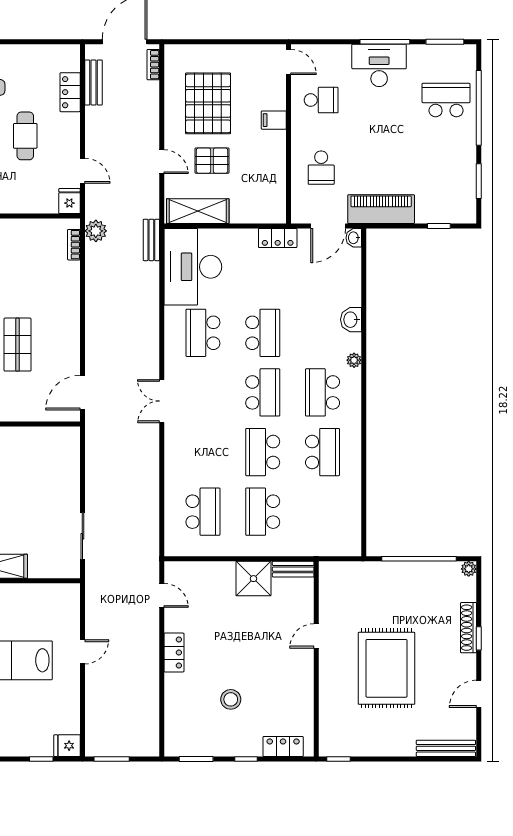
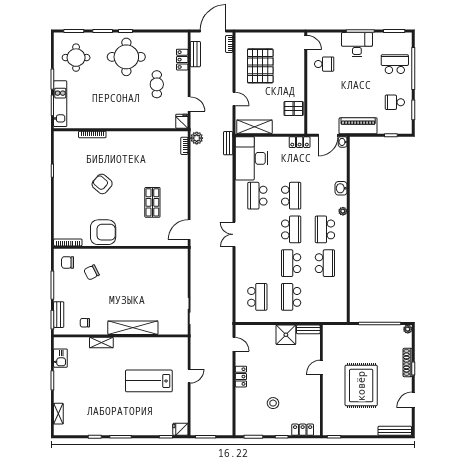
filing cabinet: (274, 120) -> (297, 75), removed
pallet: (212, 161) -> (294, 109), moved
school desk: (321, 168) -> (395, 102), moved, turned 90

